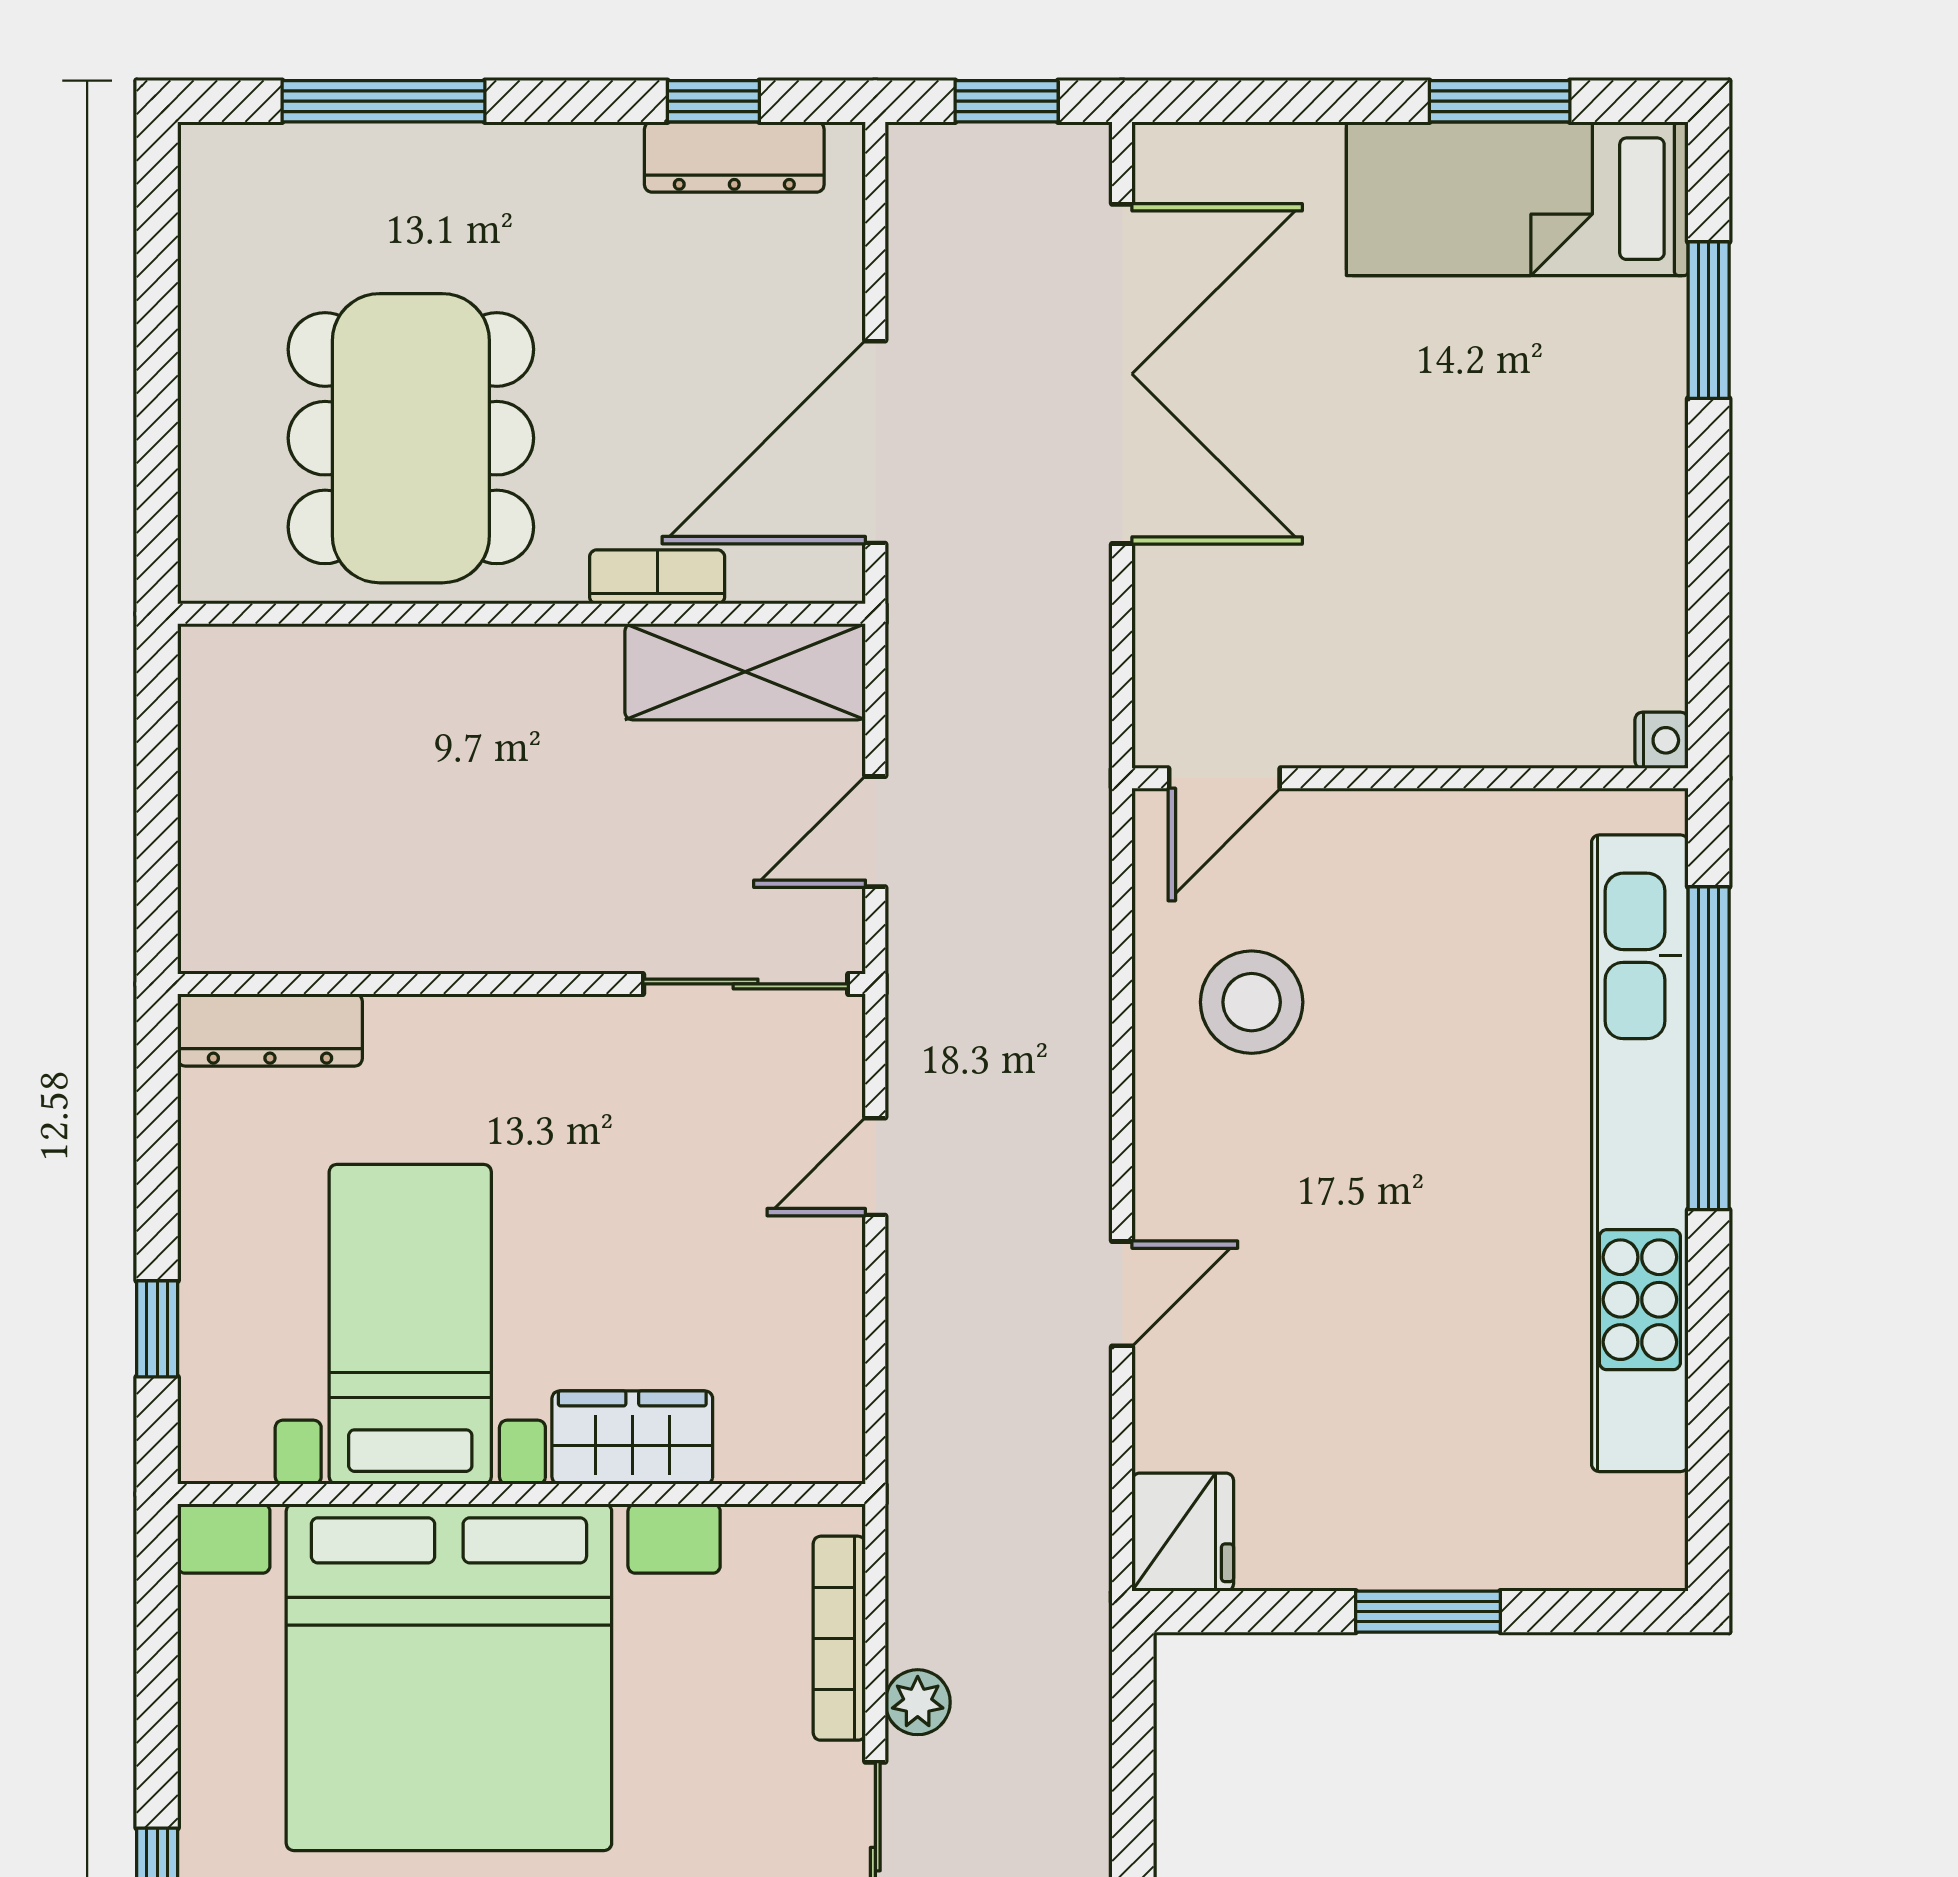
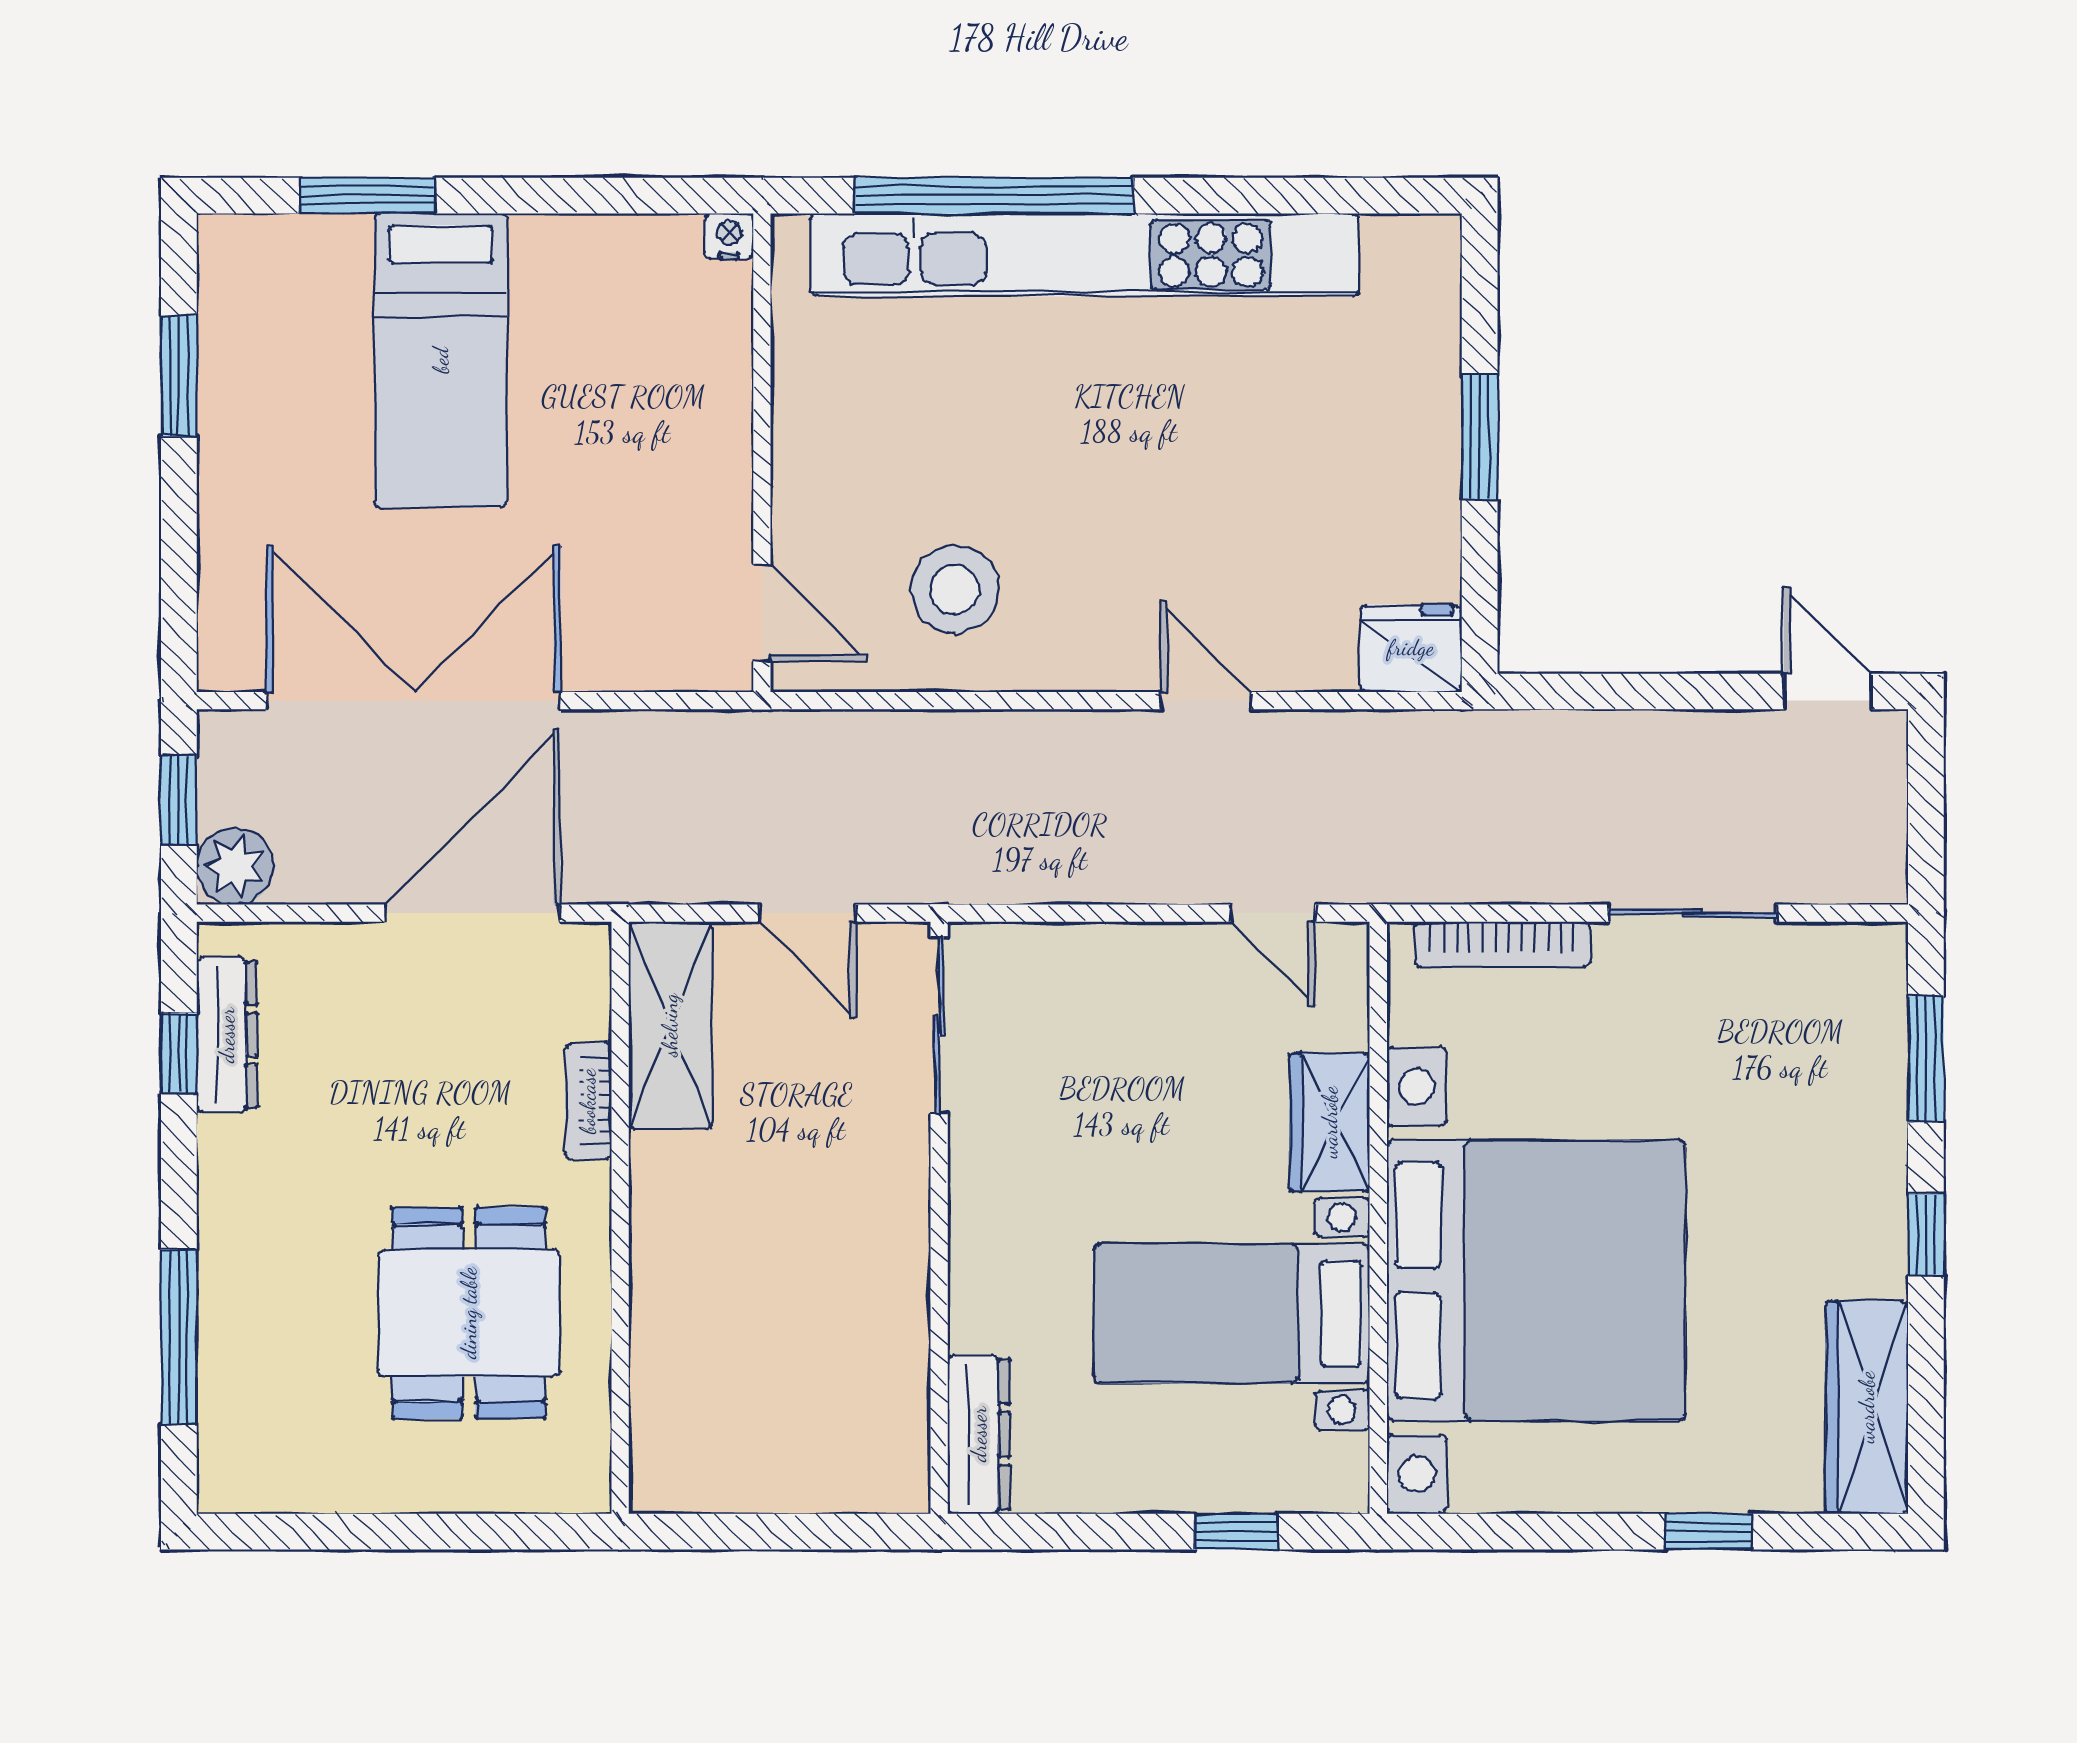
bed: (1517, 199) -> (441, 360), moved
dining table: (411, 438) -> (469, 1313), width x0.73
door: (875, 442) -> (472, 913), swing flipped
door: (875, 1167) -> (1273, 913), moved
plant: (918, 1702) -> (235, 866), moved, width x1.38, depth x1.38

